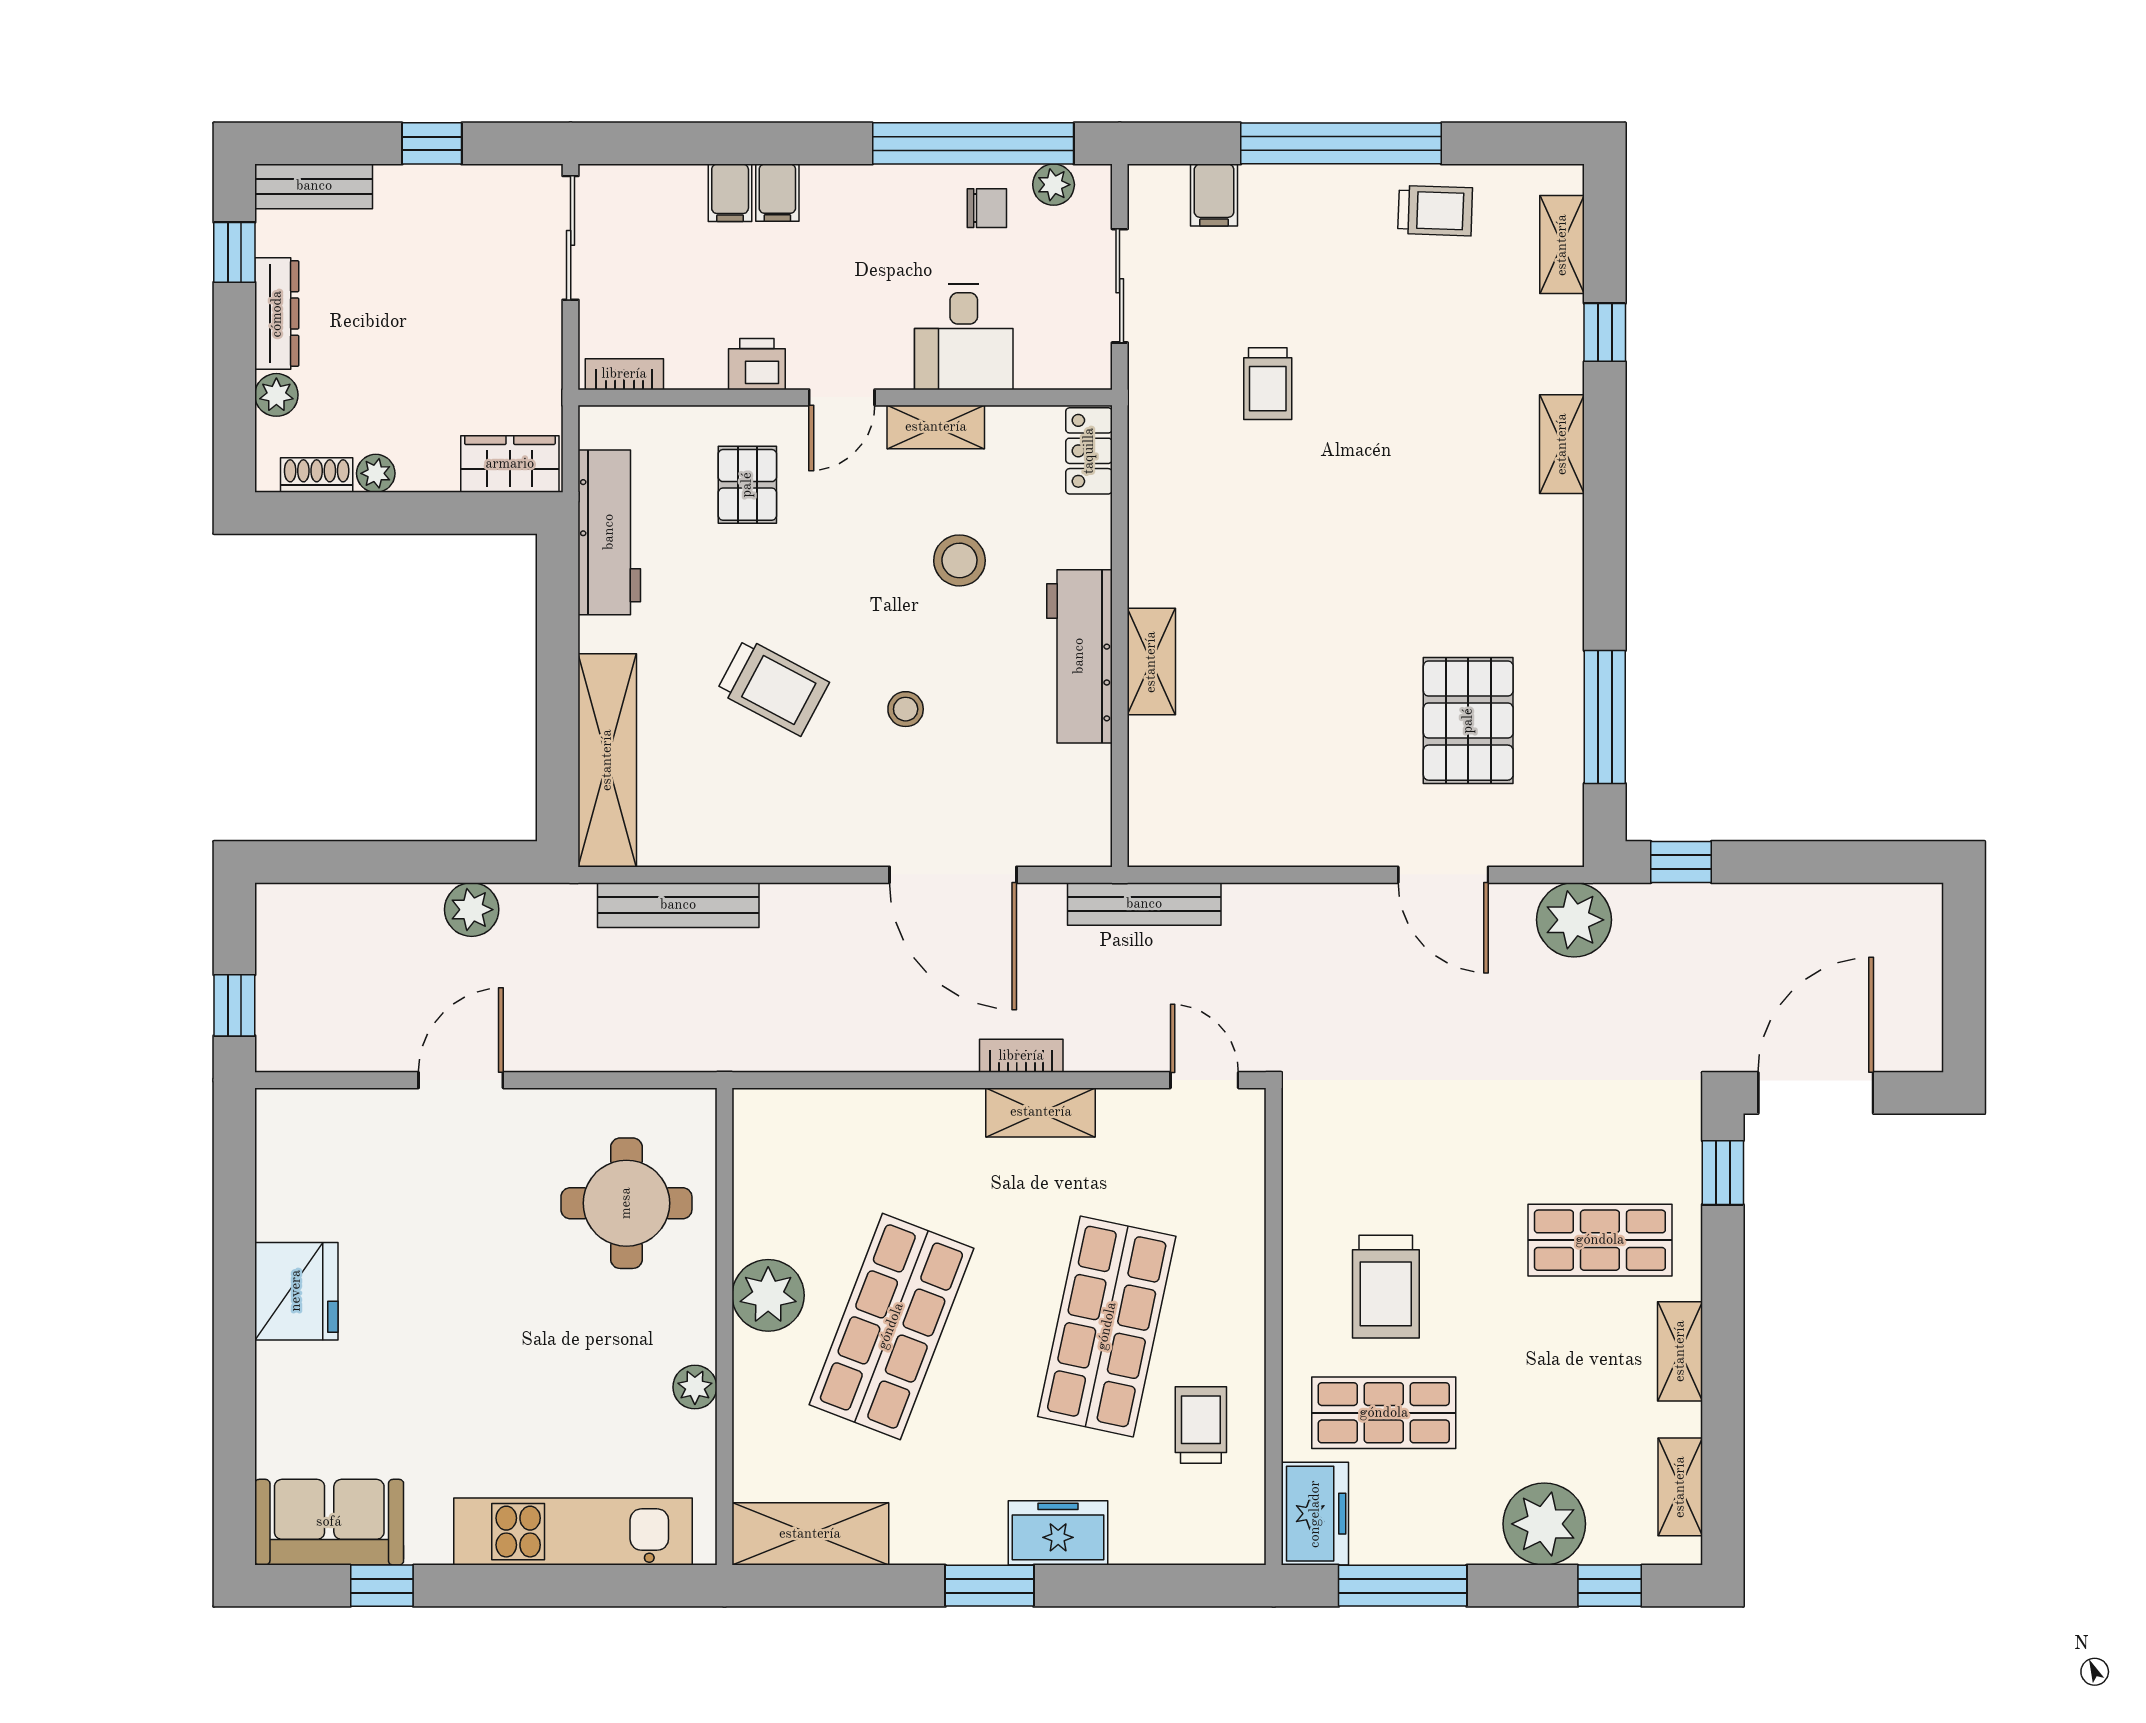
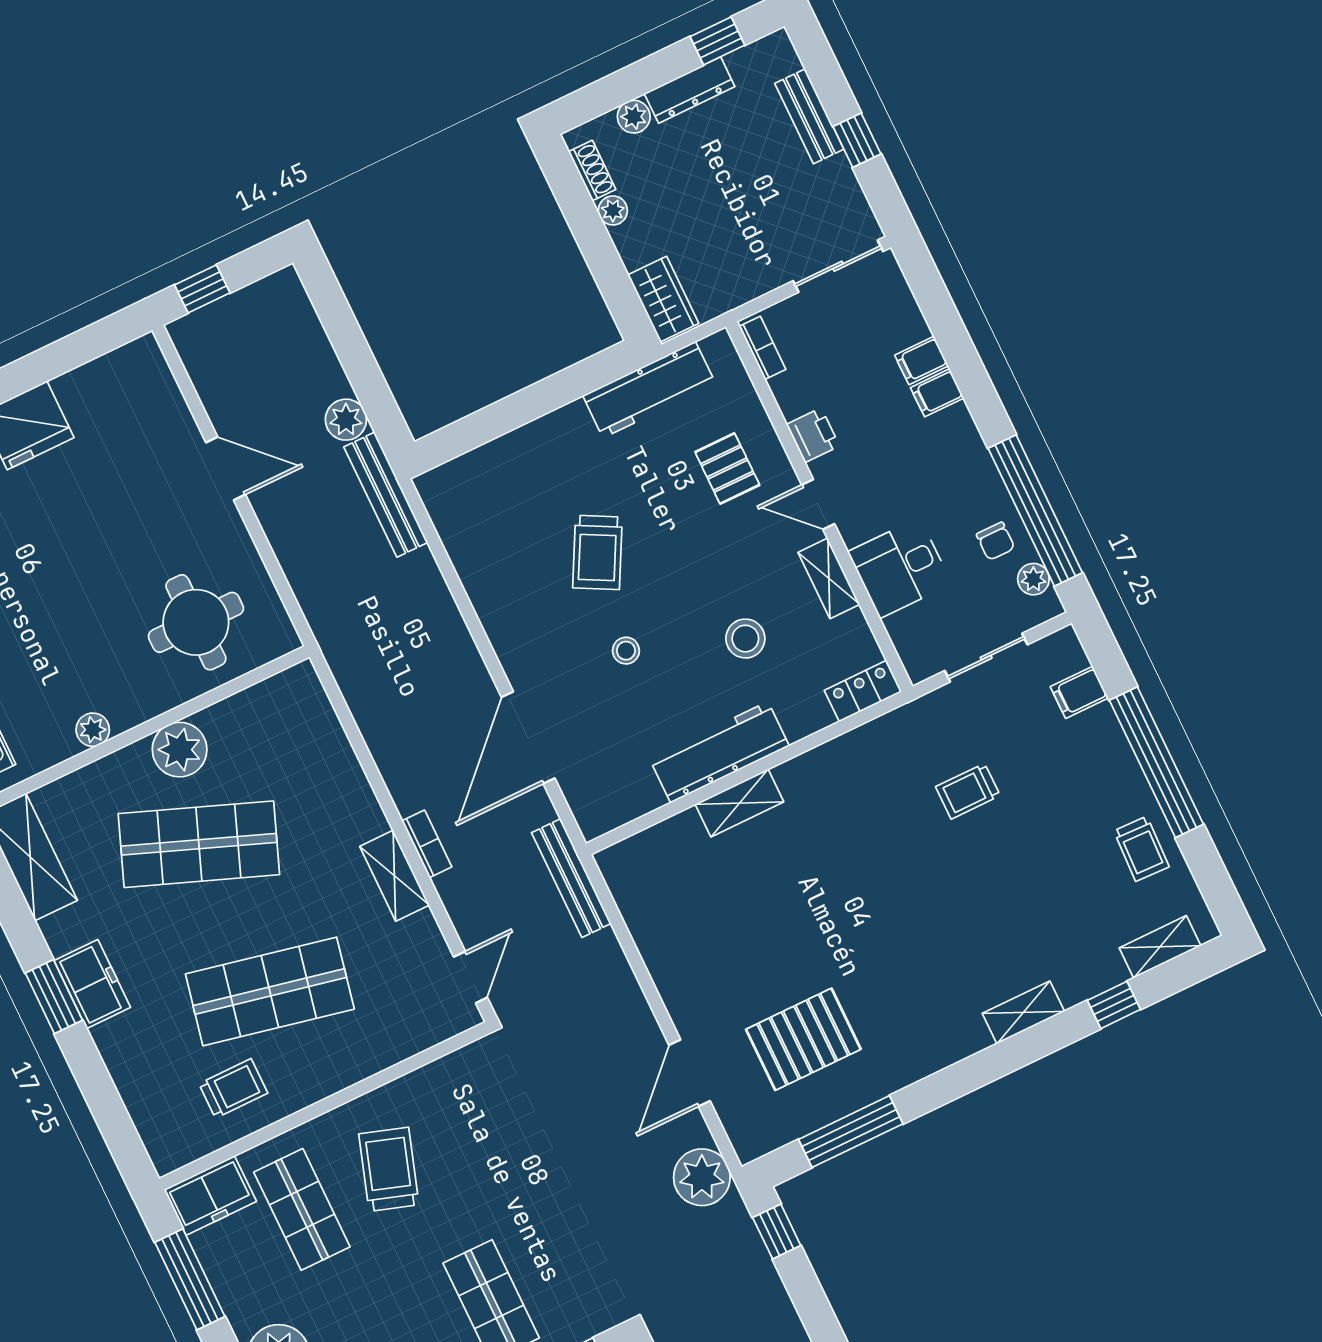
bench: (314, 186) -> (809, 116), moved
pallet: (747, 485) -> (727, 468), turned 90
shelving: (607, 760) -> (493, 463), removed
bench: (678, 905) -> (386, 495), moved
trolley: (1386, 1287) -> (389, 1169), turned 108
freezer: (1058, 1533) -> (92, 984), moved

